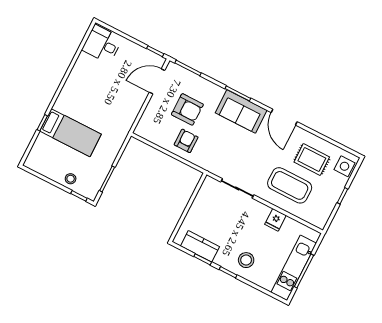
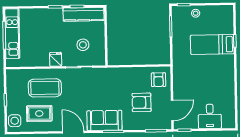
desk: (102, 44) -> (210, 116), moved, turned 90
armchair: (186, 141) -> (159, 80), moved
fridge: (275, 220) -> (56, 59), moved
kitchen counter: (200, 246) -> (83, 14), width x1.50
stool: (246, 260) -> (83, 45), moved

